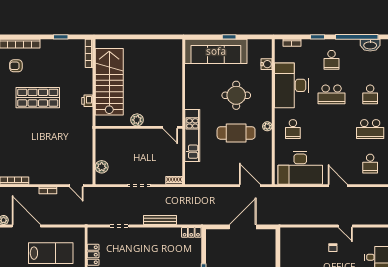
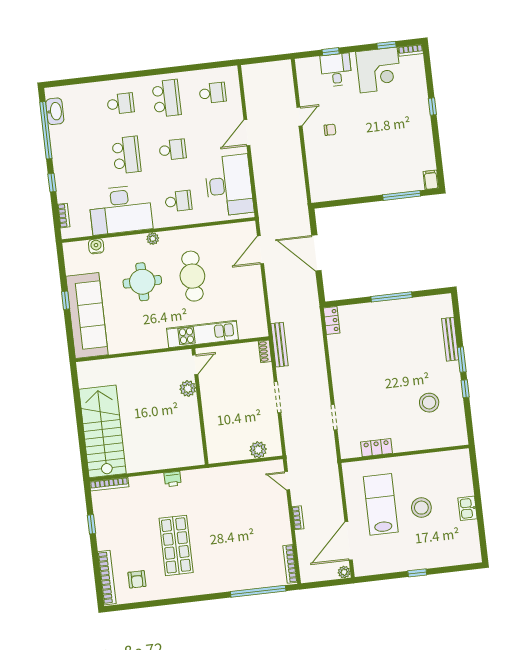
school desk: (332, 60) -> (172, 150), moved
stairs: (109, 82) -> (103, 431), moved, turned 90
plant: (137, 120) -> (188, 389), moved
plant: (267, 126) -> (153, 239), moved
door: (76, 186) -> (287, 481), swing flipped
bench: (160, 220) -> (279, 345), moved

